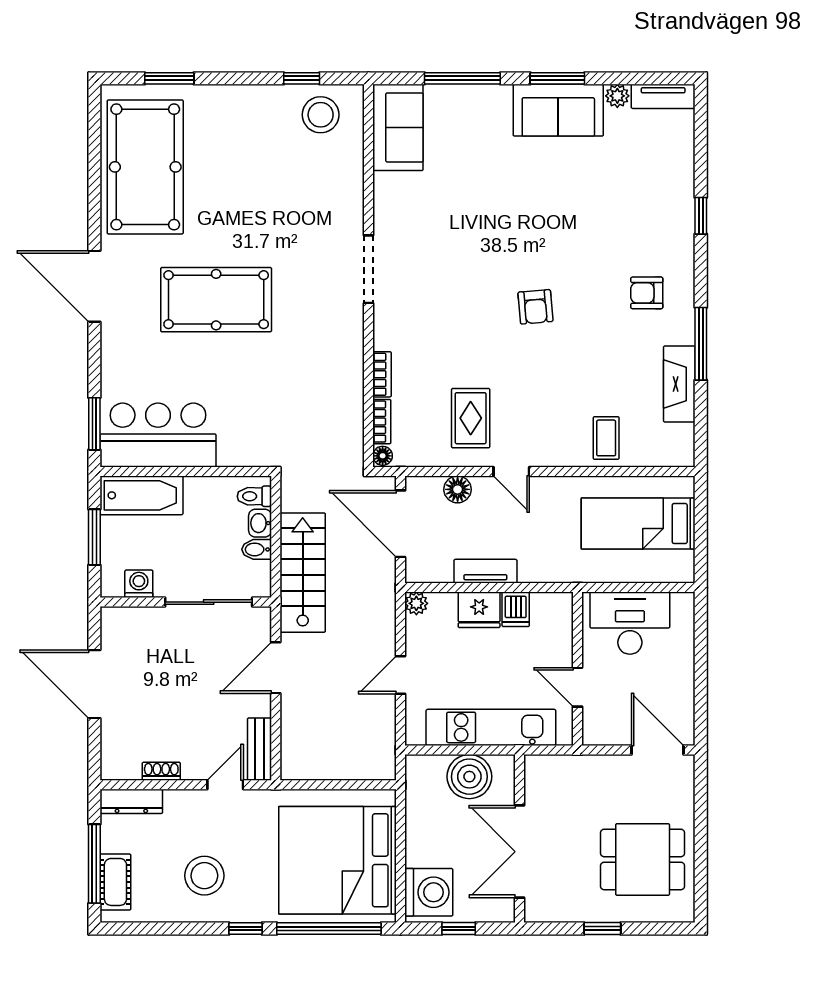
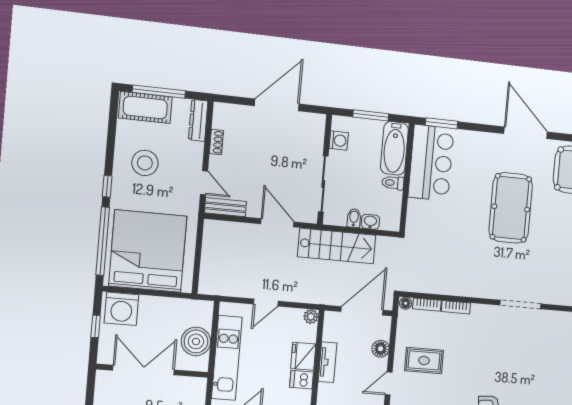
door: (94, 286) -> (526, 133), hinge flipped
toilet: (254, 496) -> (393, 183), moved, turned -90
door: (401, 675) -> (266, 303), swing flipped
cot: (115, 882) -> (145, 107), width x1.37, depth x1.34

